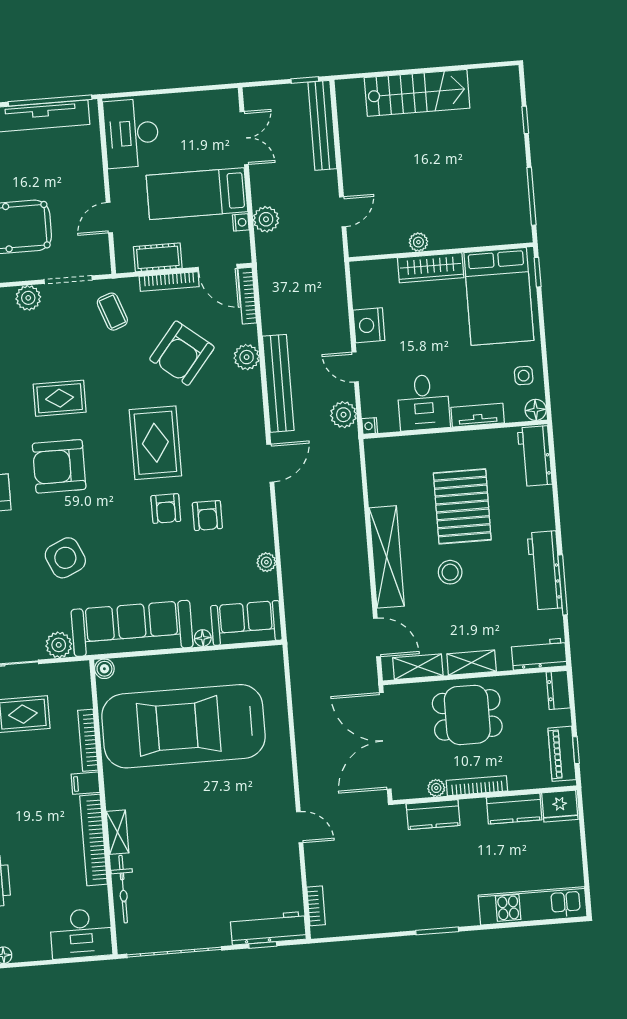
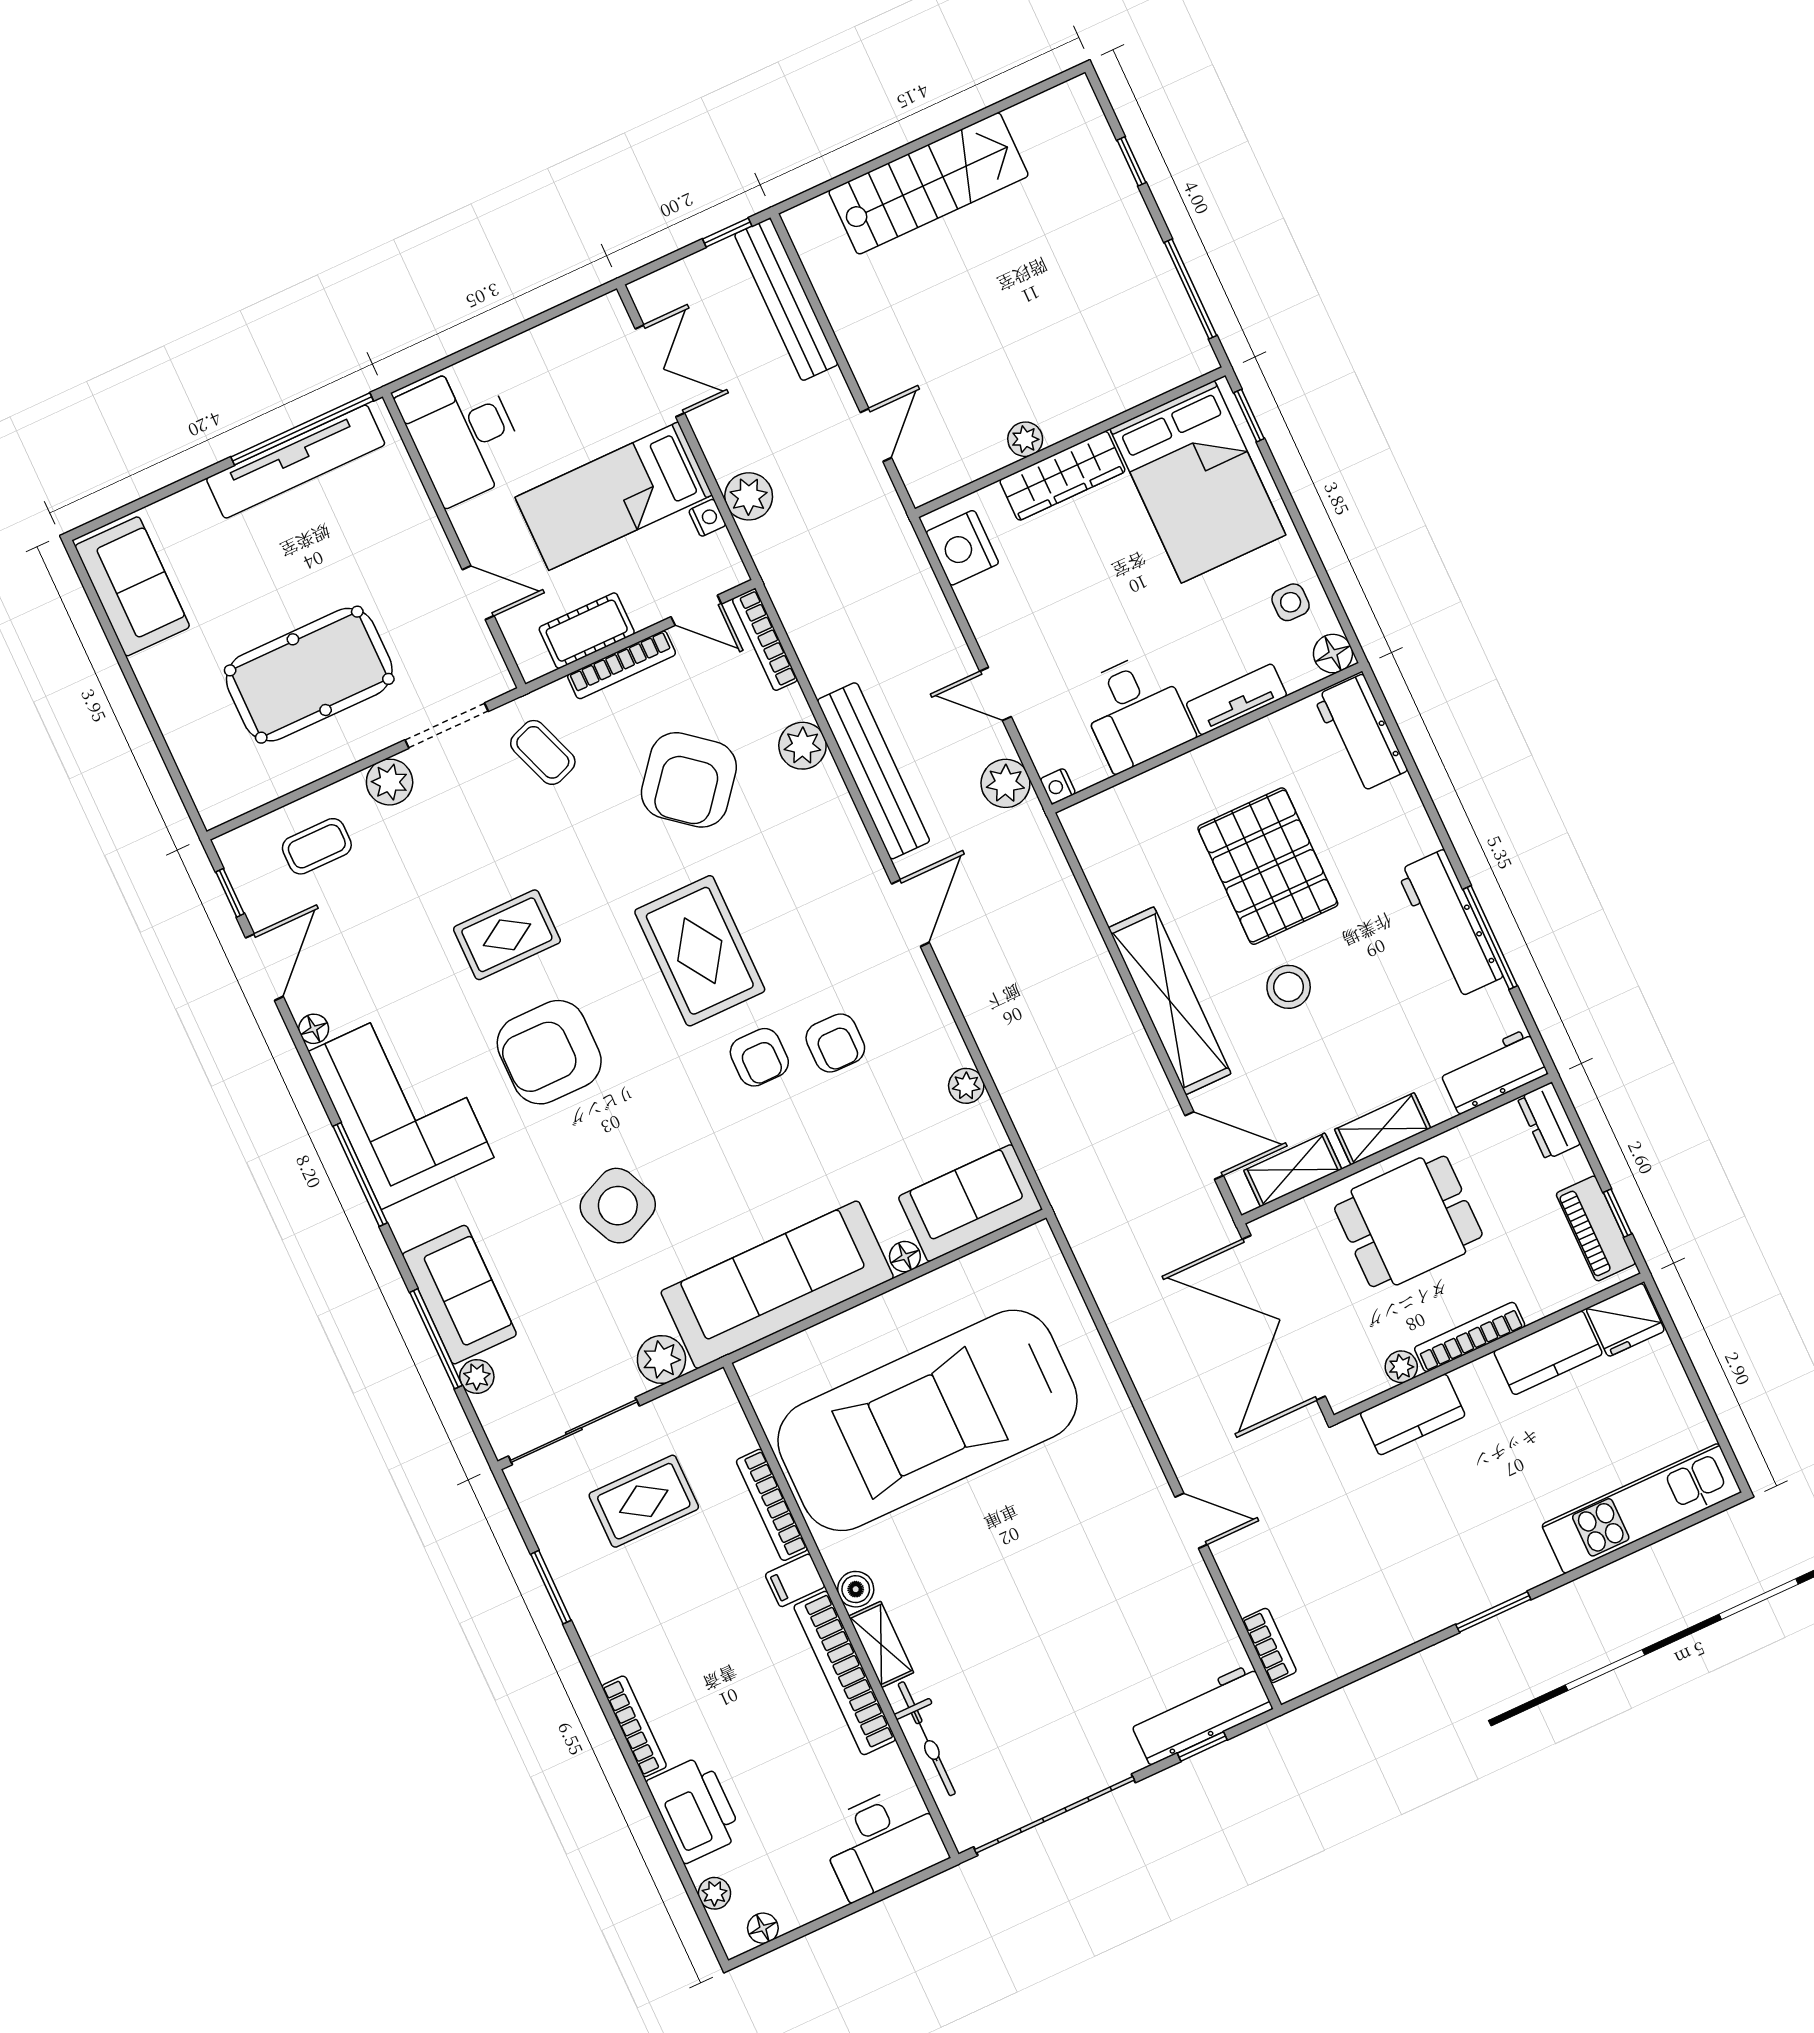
door: (109, 218) -> (478, 593), swing flipped
door: (218, 268) -> (696, 610), width x0.73
nightstand: (369, 325) -> (962, 548), moved
boiler: (104, 669) -> (856, 1589), moved

